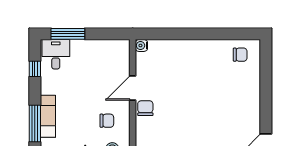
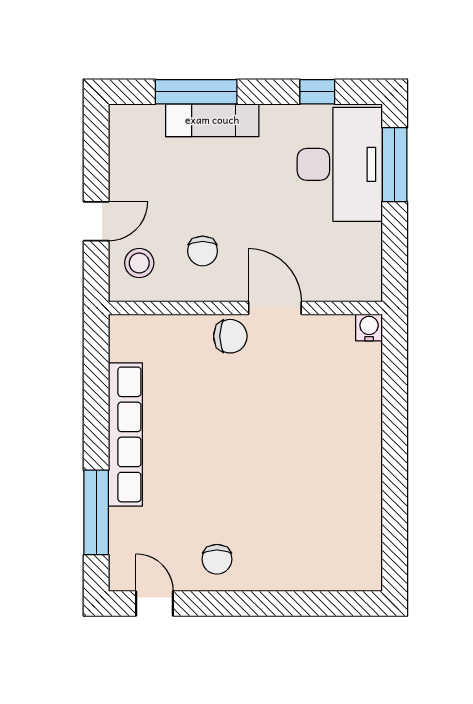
desk: (56, 54) -> (340, 164), width x1.87, depth x1.30
chair: (240, 55) -> (217, 559), moved

